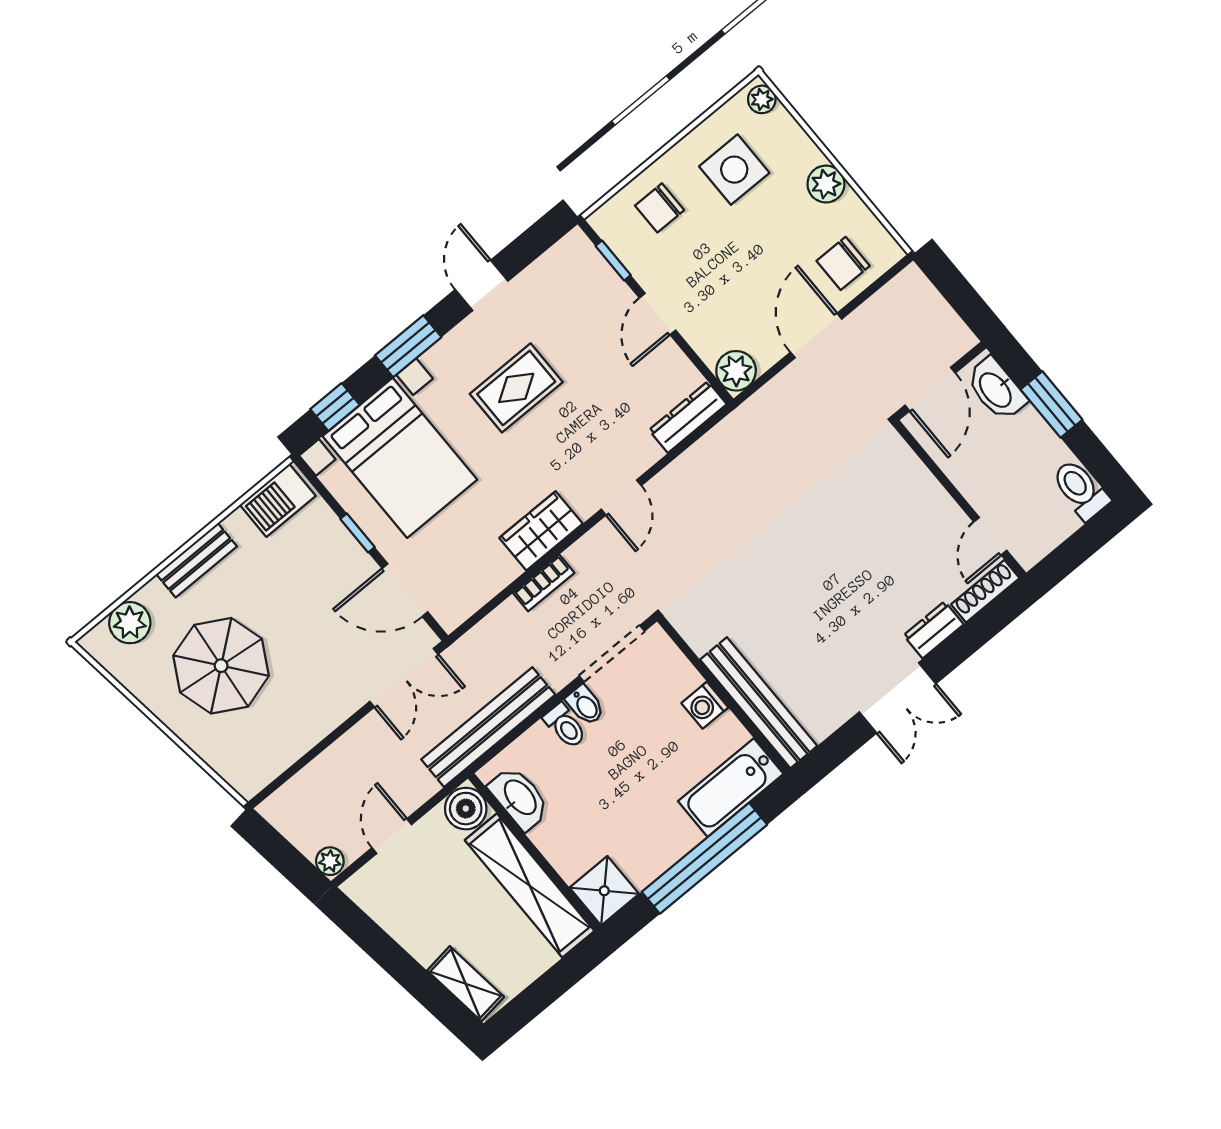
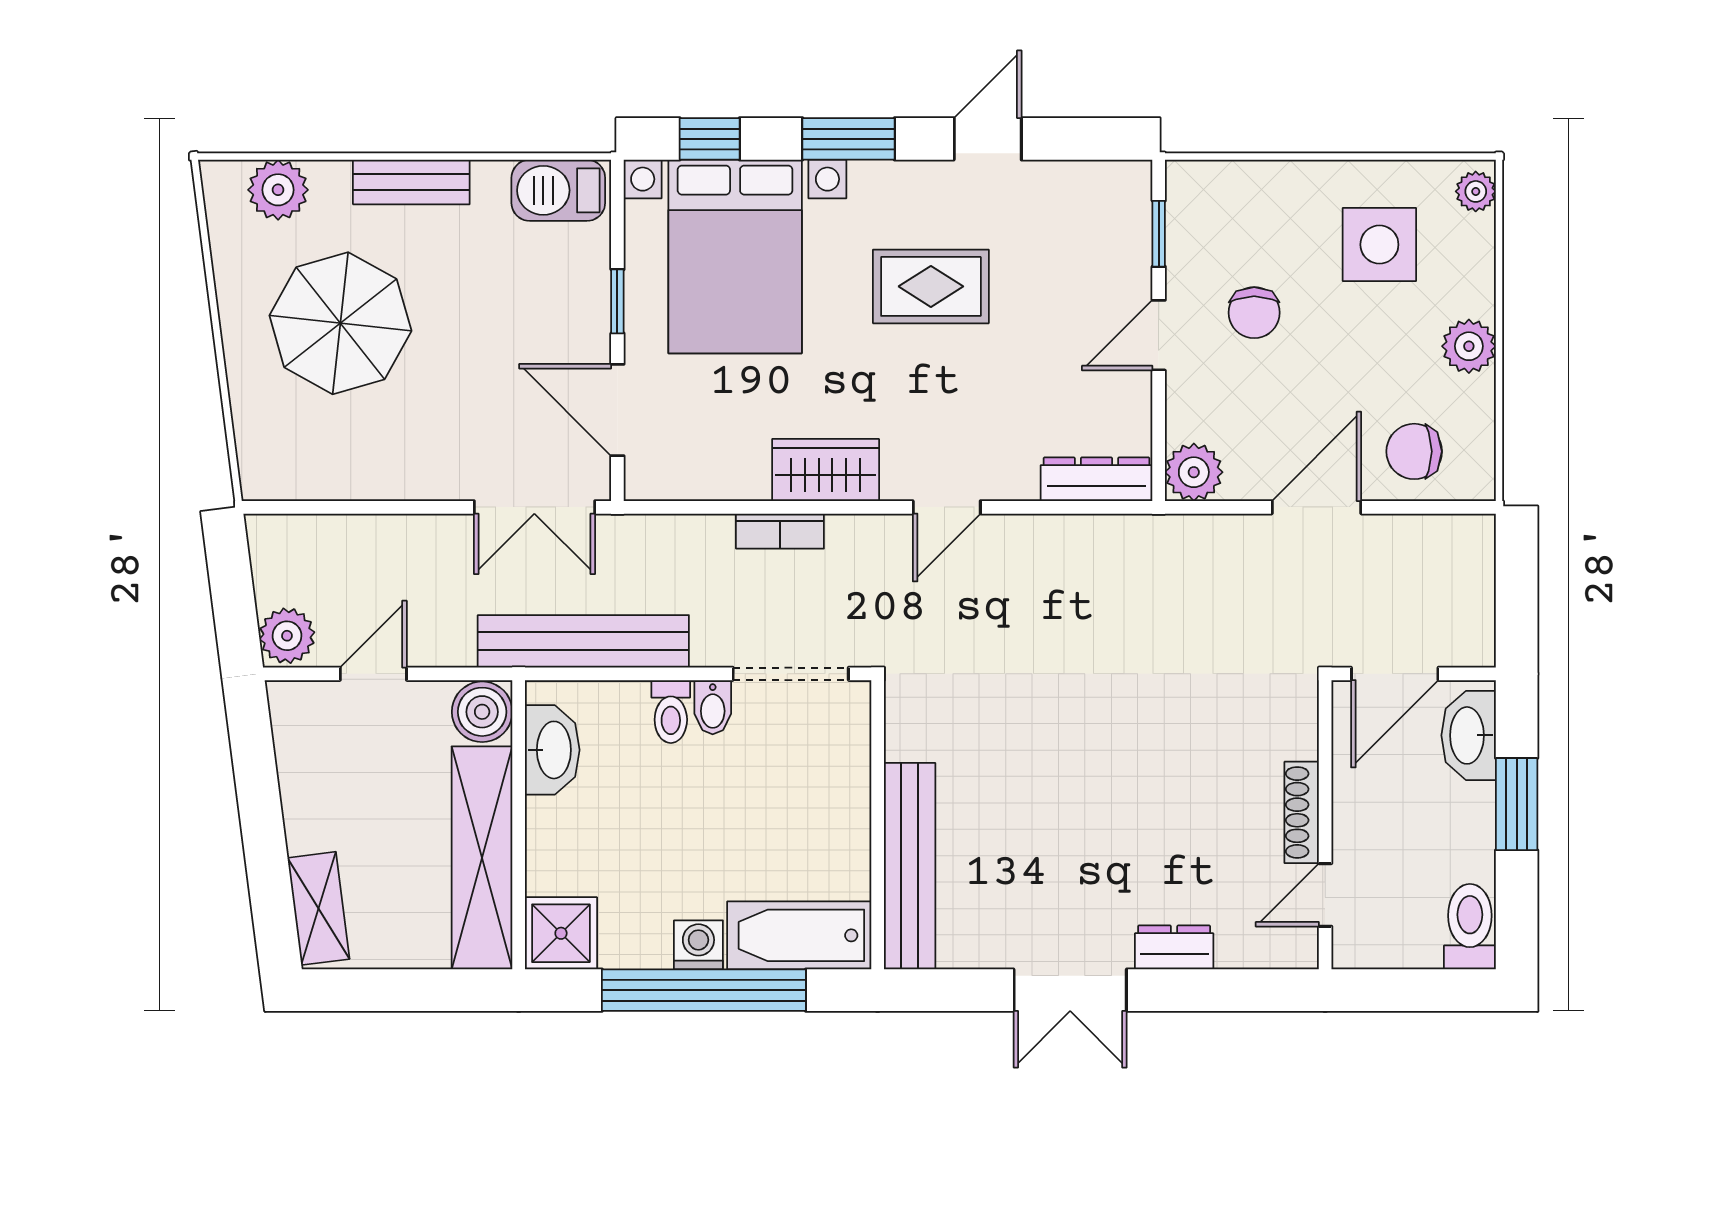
chair: (660, 208) -> (1254, 313), moved, turned -90
shoe rack: (985, 591) -> (1302, 812), moved, turned -90
washing machine: (705, 705) -> (698, 945), moved, turned 90
plant: (330, 861) -> (287, 636), width x1.38, depth x1.38

